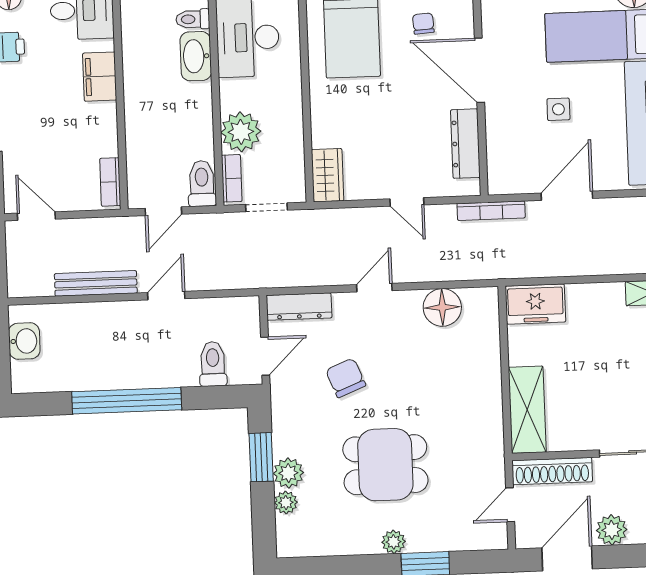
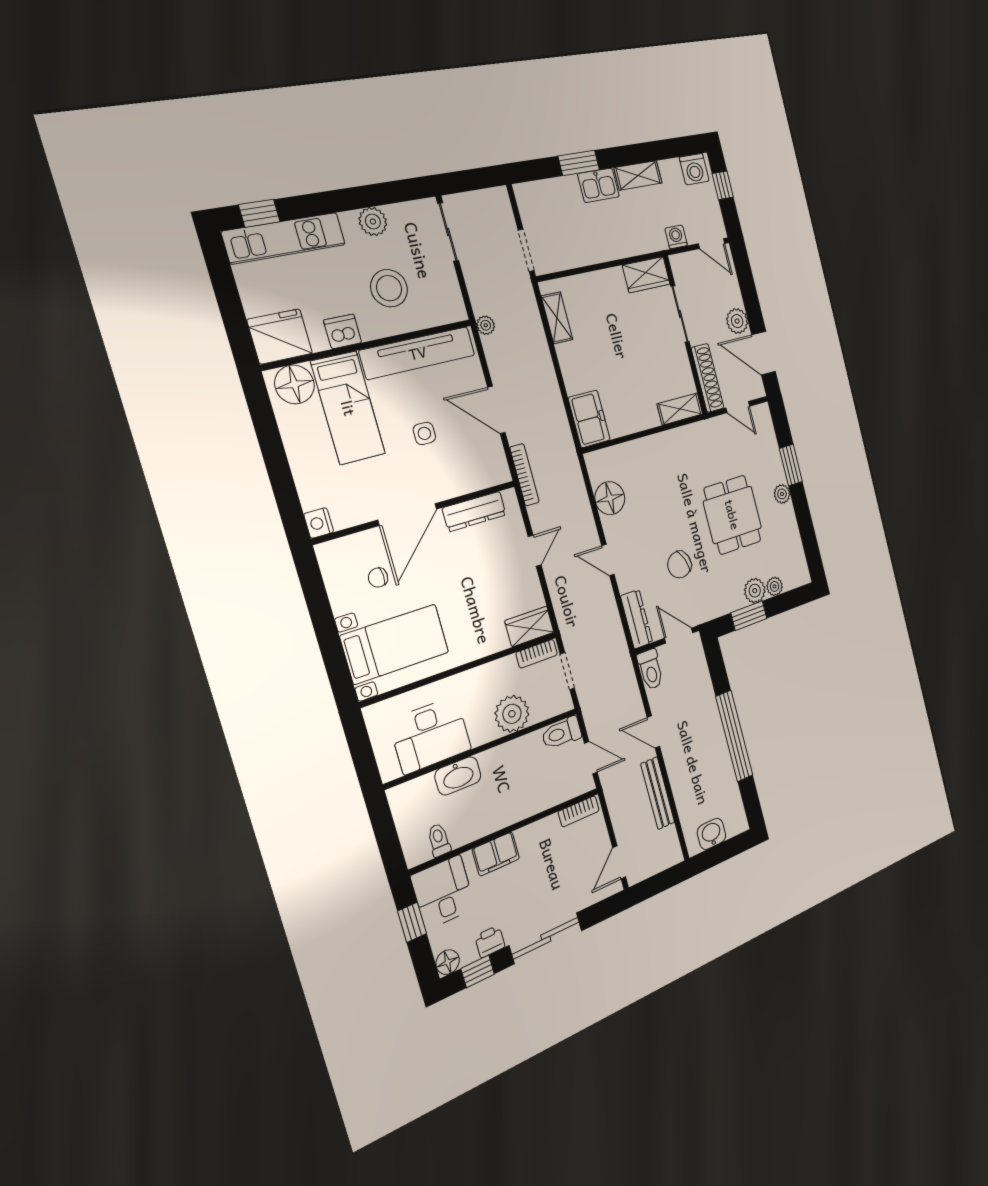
toilet: (193, 19) -> (439, 840), moved, turned 180
bookcase: (232, 178) -> (537, 654), moved, turned 180
toilet: (213, 364) -> (650, 669), moved, turned -90
shelving: (527, 410) -> (680, 409), width x0.67, depth x0.75

